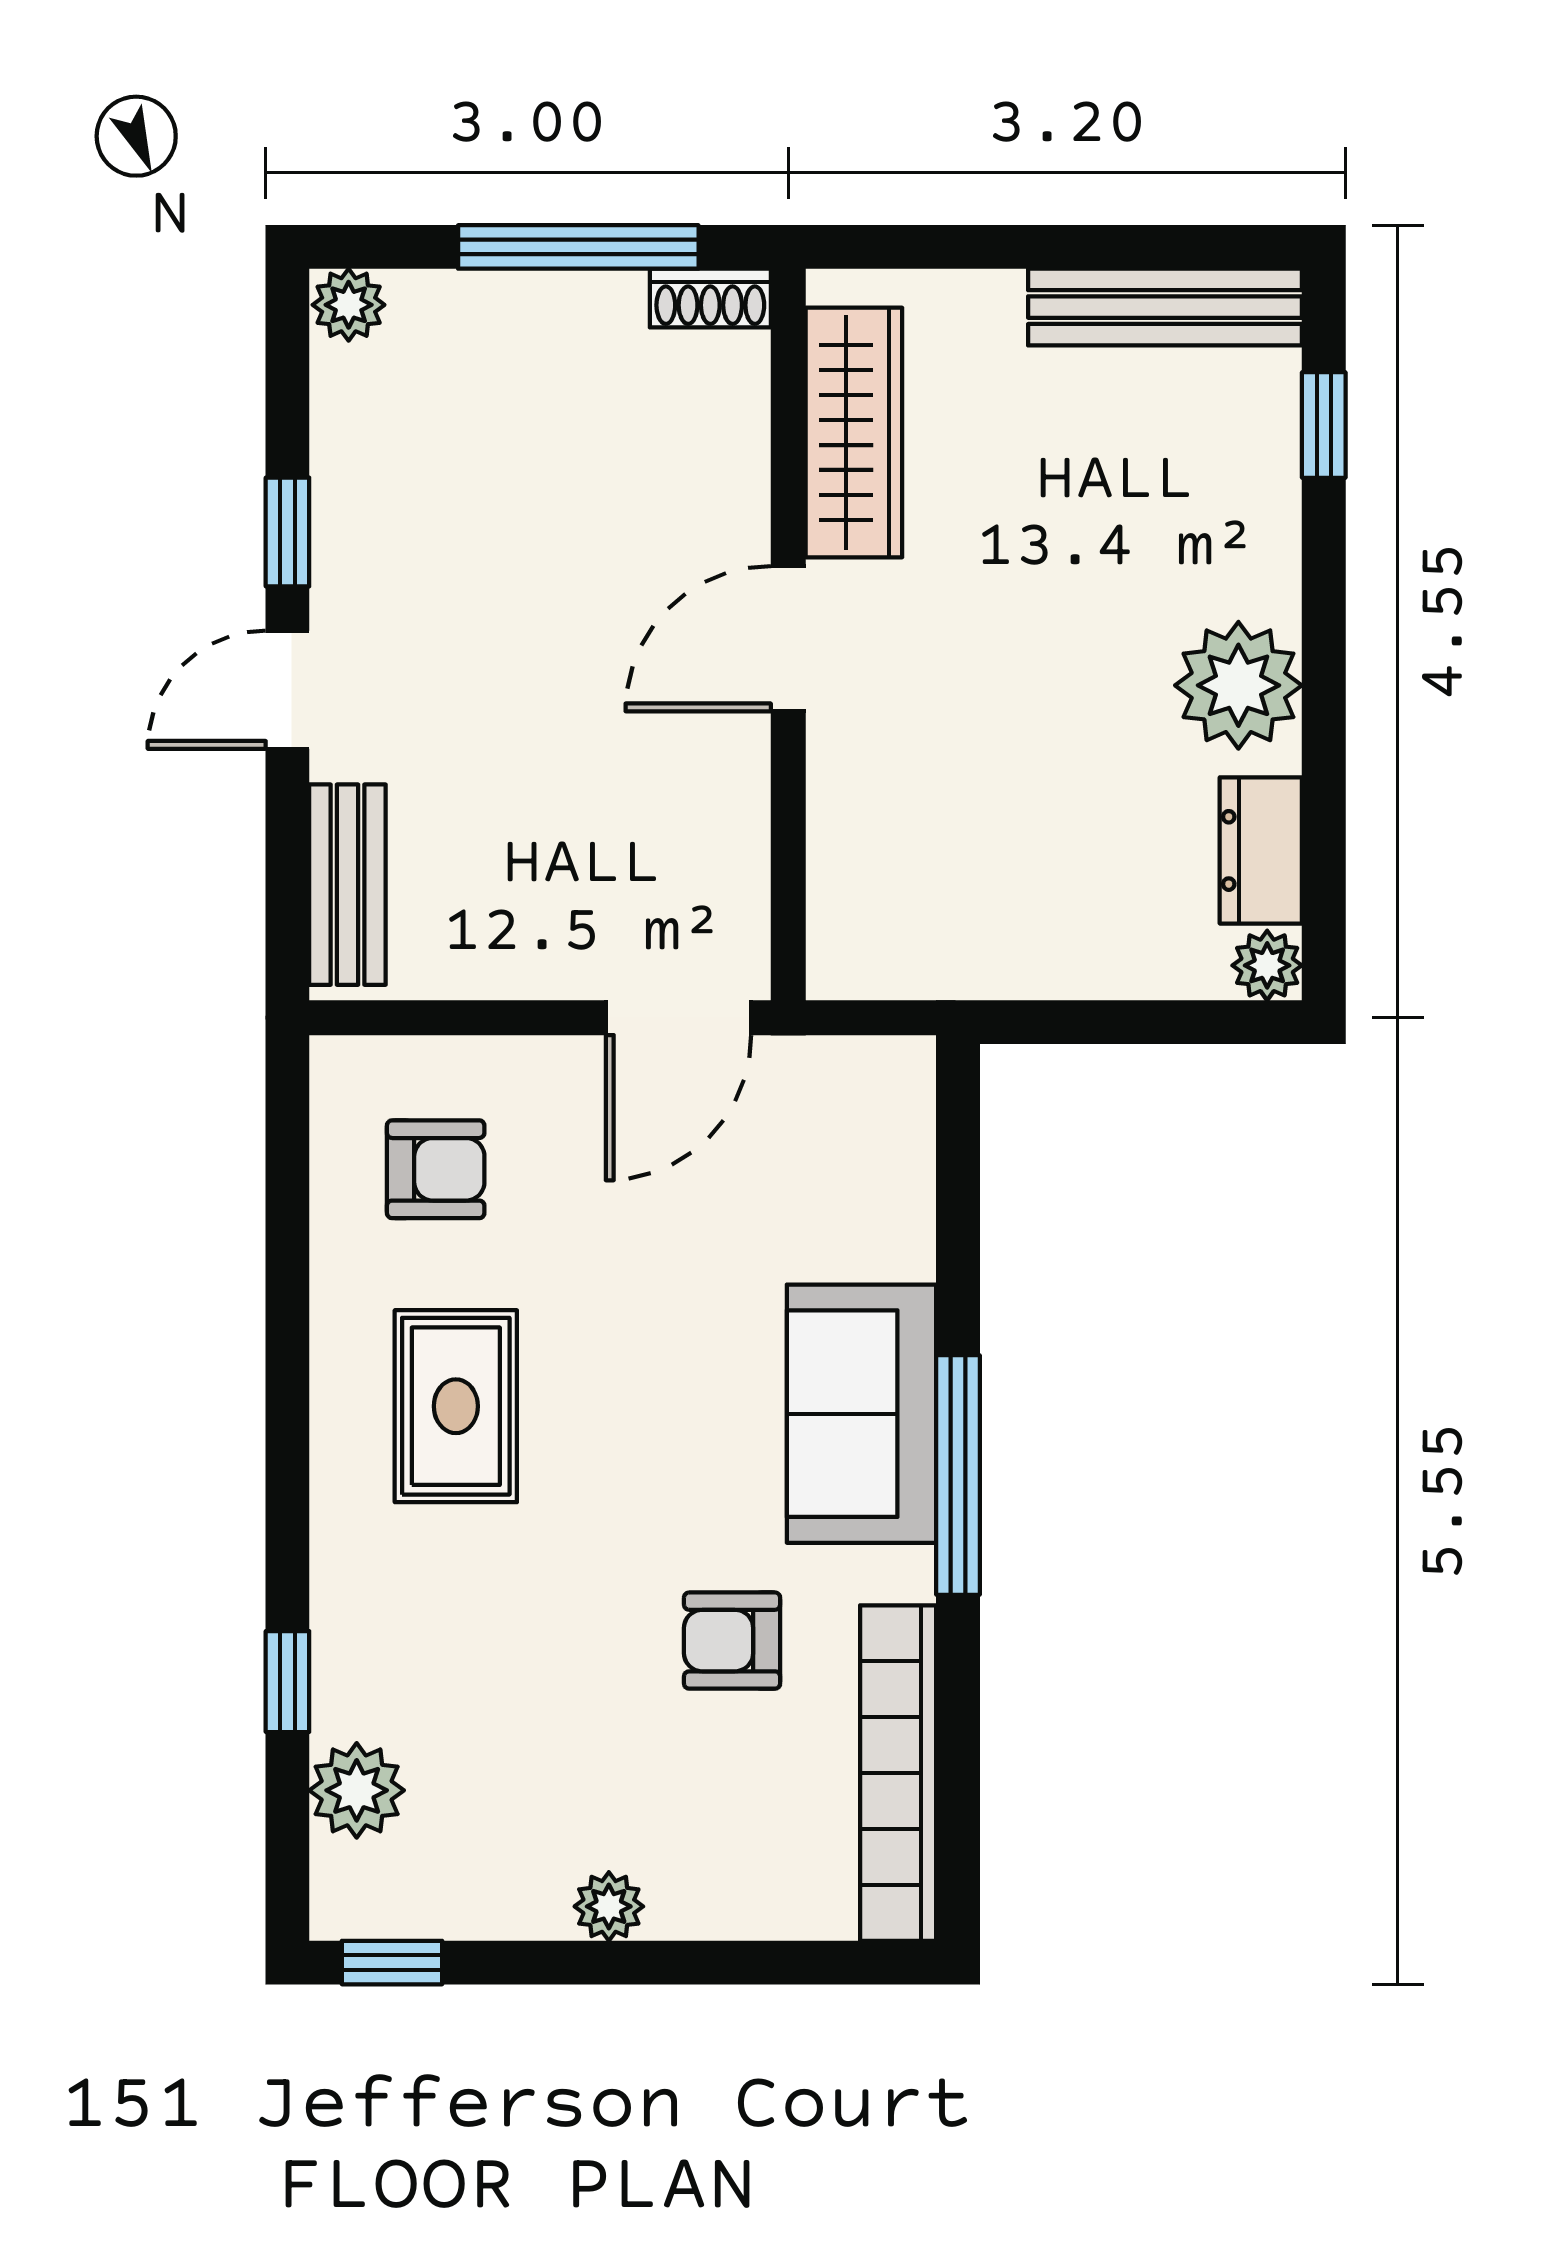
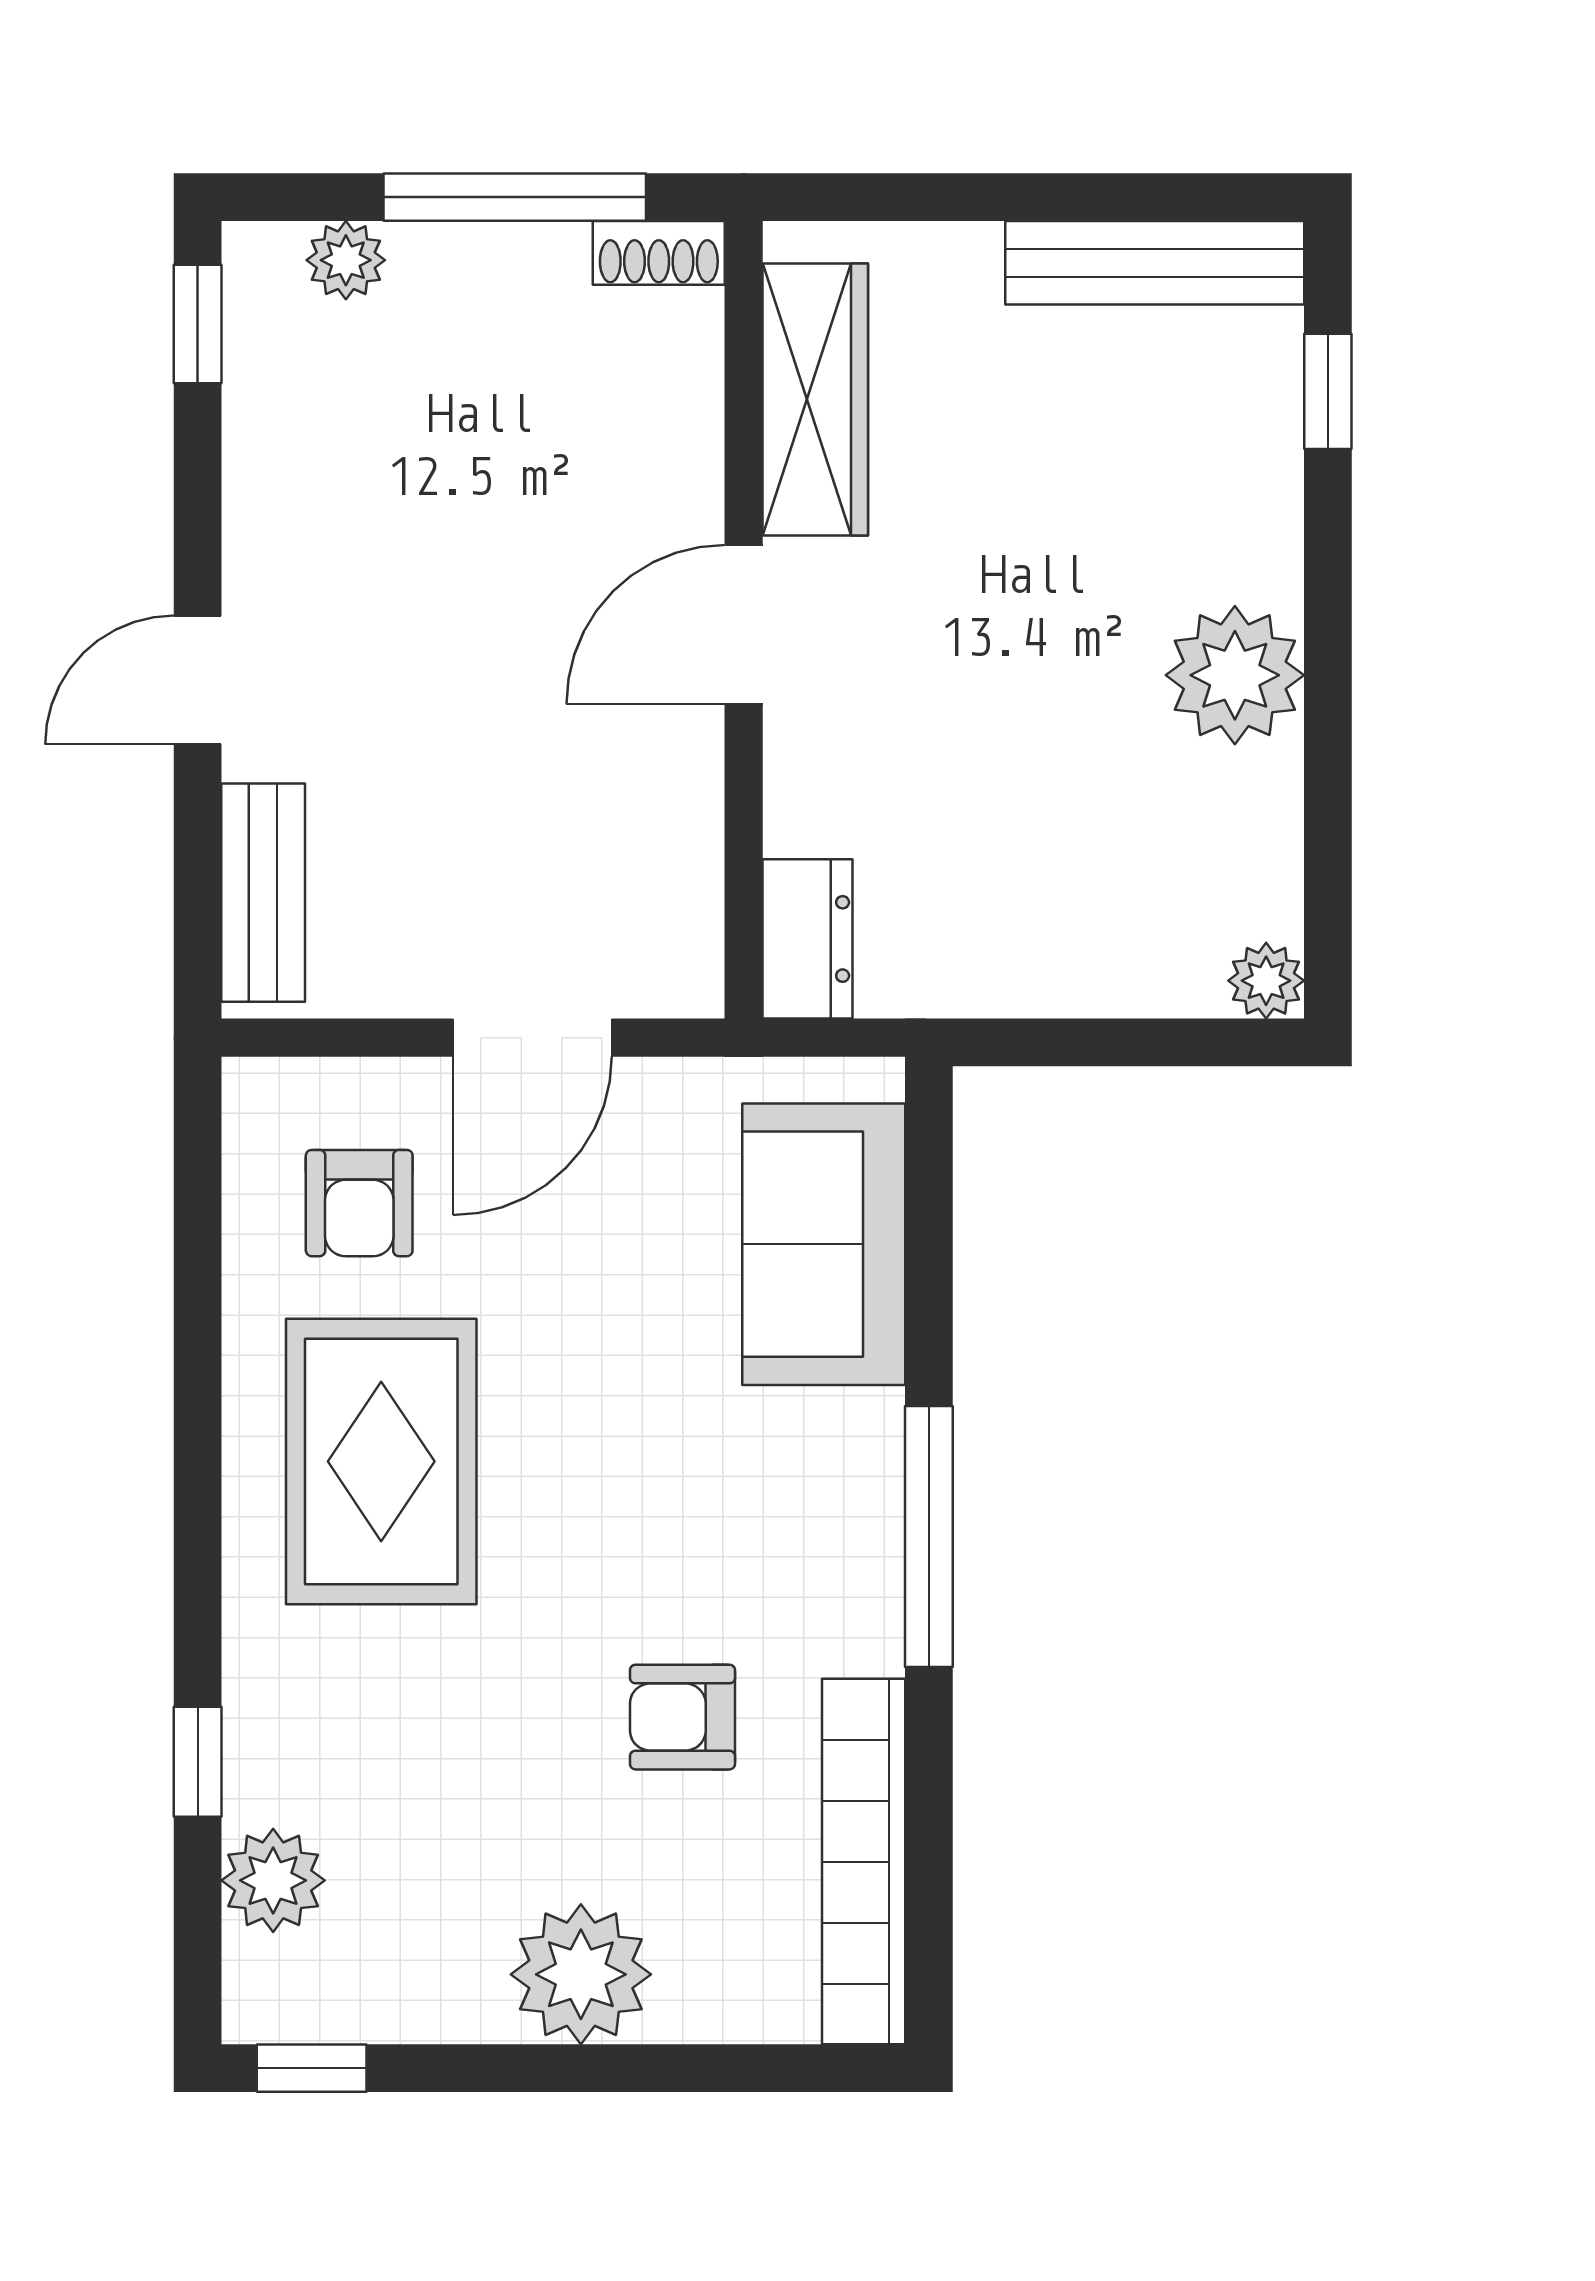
plant: (349, 305) -> (346, 260), moved
window: (287, 532) -> (198, 324), moved
dresser: (1261, 850) -> (808, 939), moved, turned 180
door: (678, 1018) -> (532, 1038), moved
armchair: (436, 1169) -> (359, 1203), turned 90
rug: (456, 1406) -> (381, 1461), width x1.36, depth x1.43
sofa: (862, 1414) -> (824, 1244), moved
plant: (609, 1906) -> (581, 1974), width x1.88, depth x1.88

